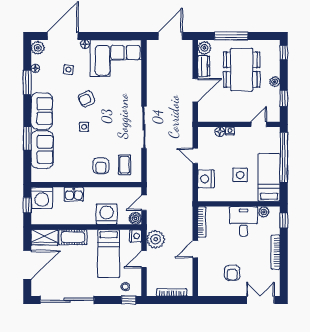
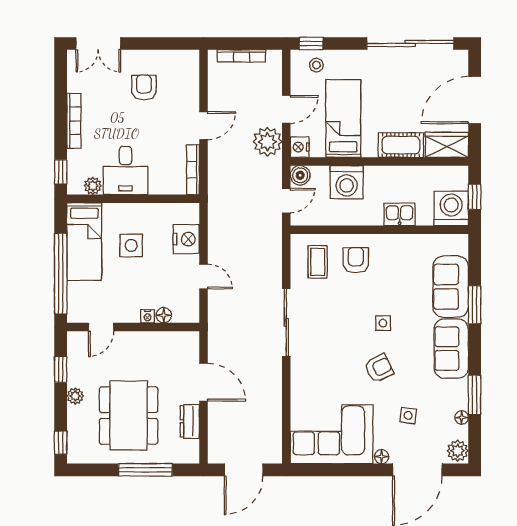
plant: (204, 48) -> (189, 451), removed
door: (195, 90) -> (203, 382), swing flipped

